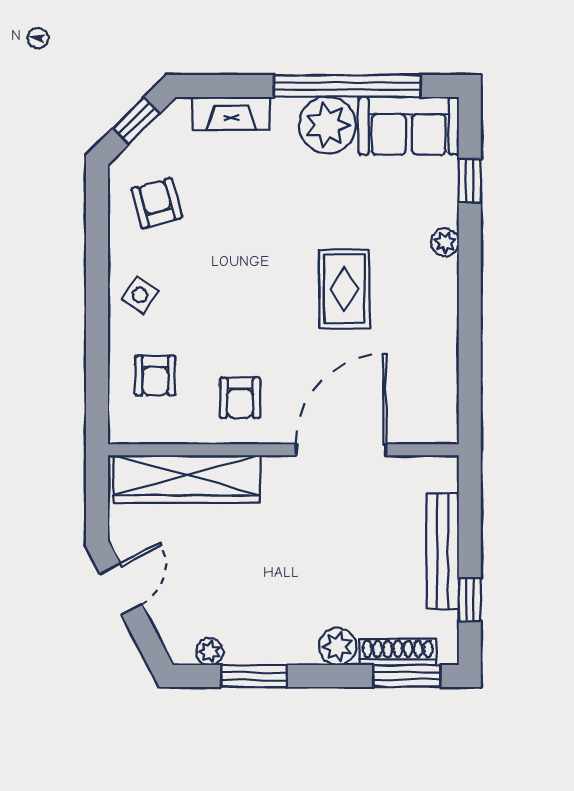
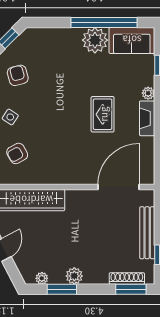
fireplace: (231, 113) -> (147, 118), moved, turned 90
armchair: (155, 376) -> (17, 153), turned 61
armchair: (240, 398) -> (55, 164), removed
door: (341, 450) -> (119, 187), moved
plant: (338, 646) -> (74, 276), moved

